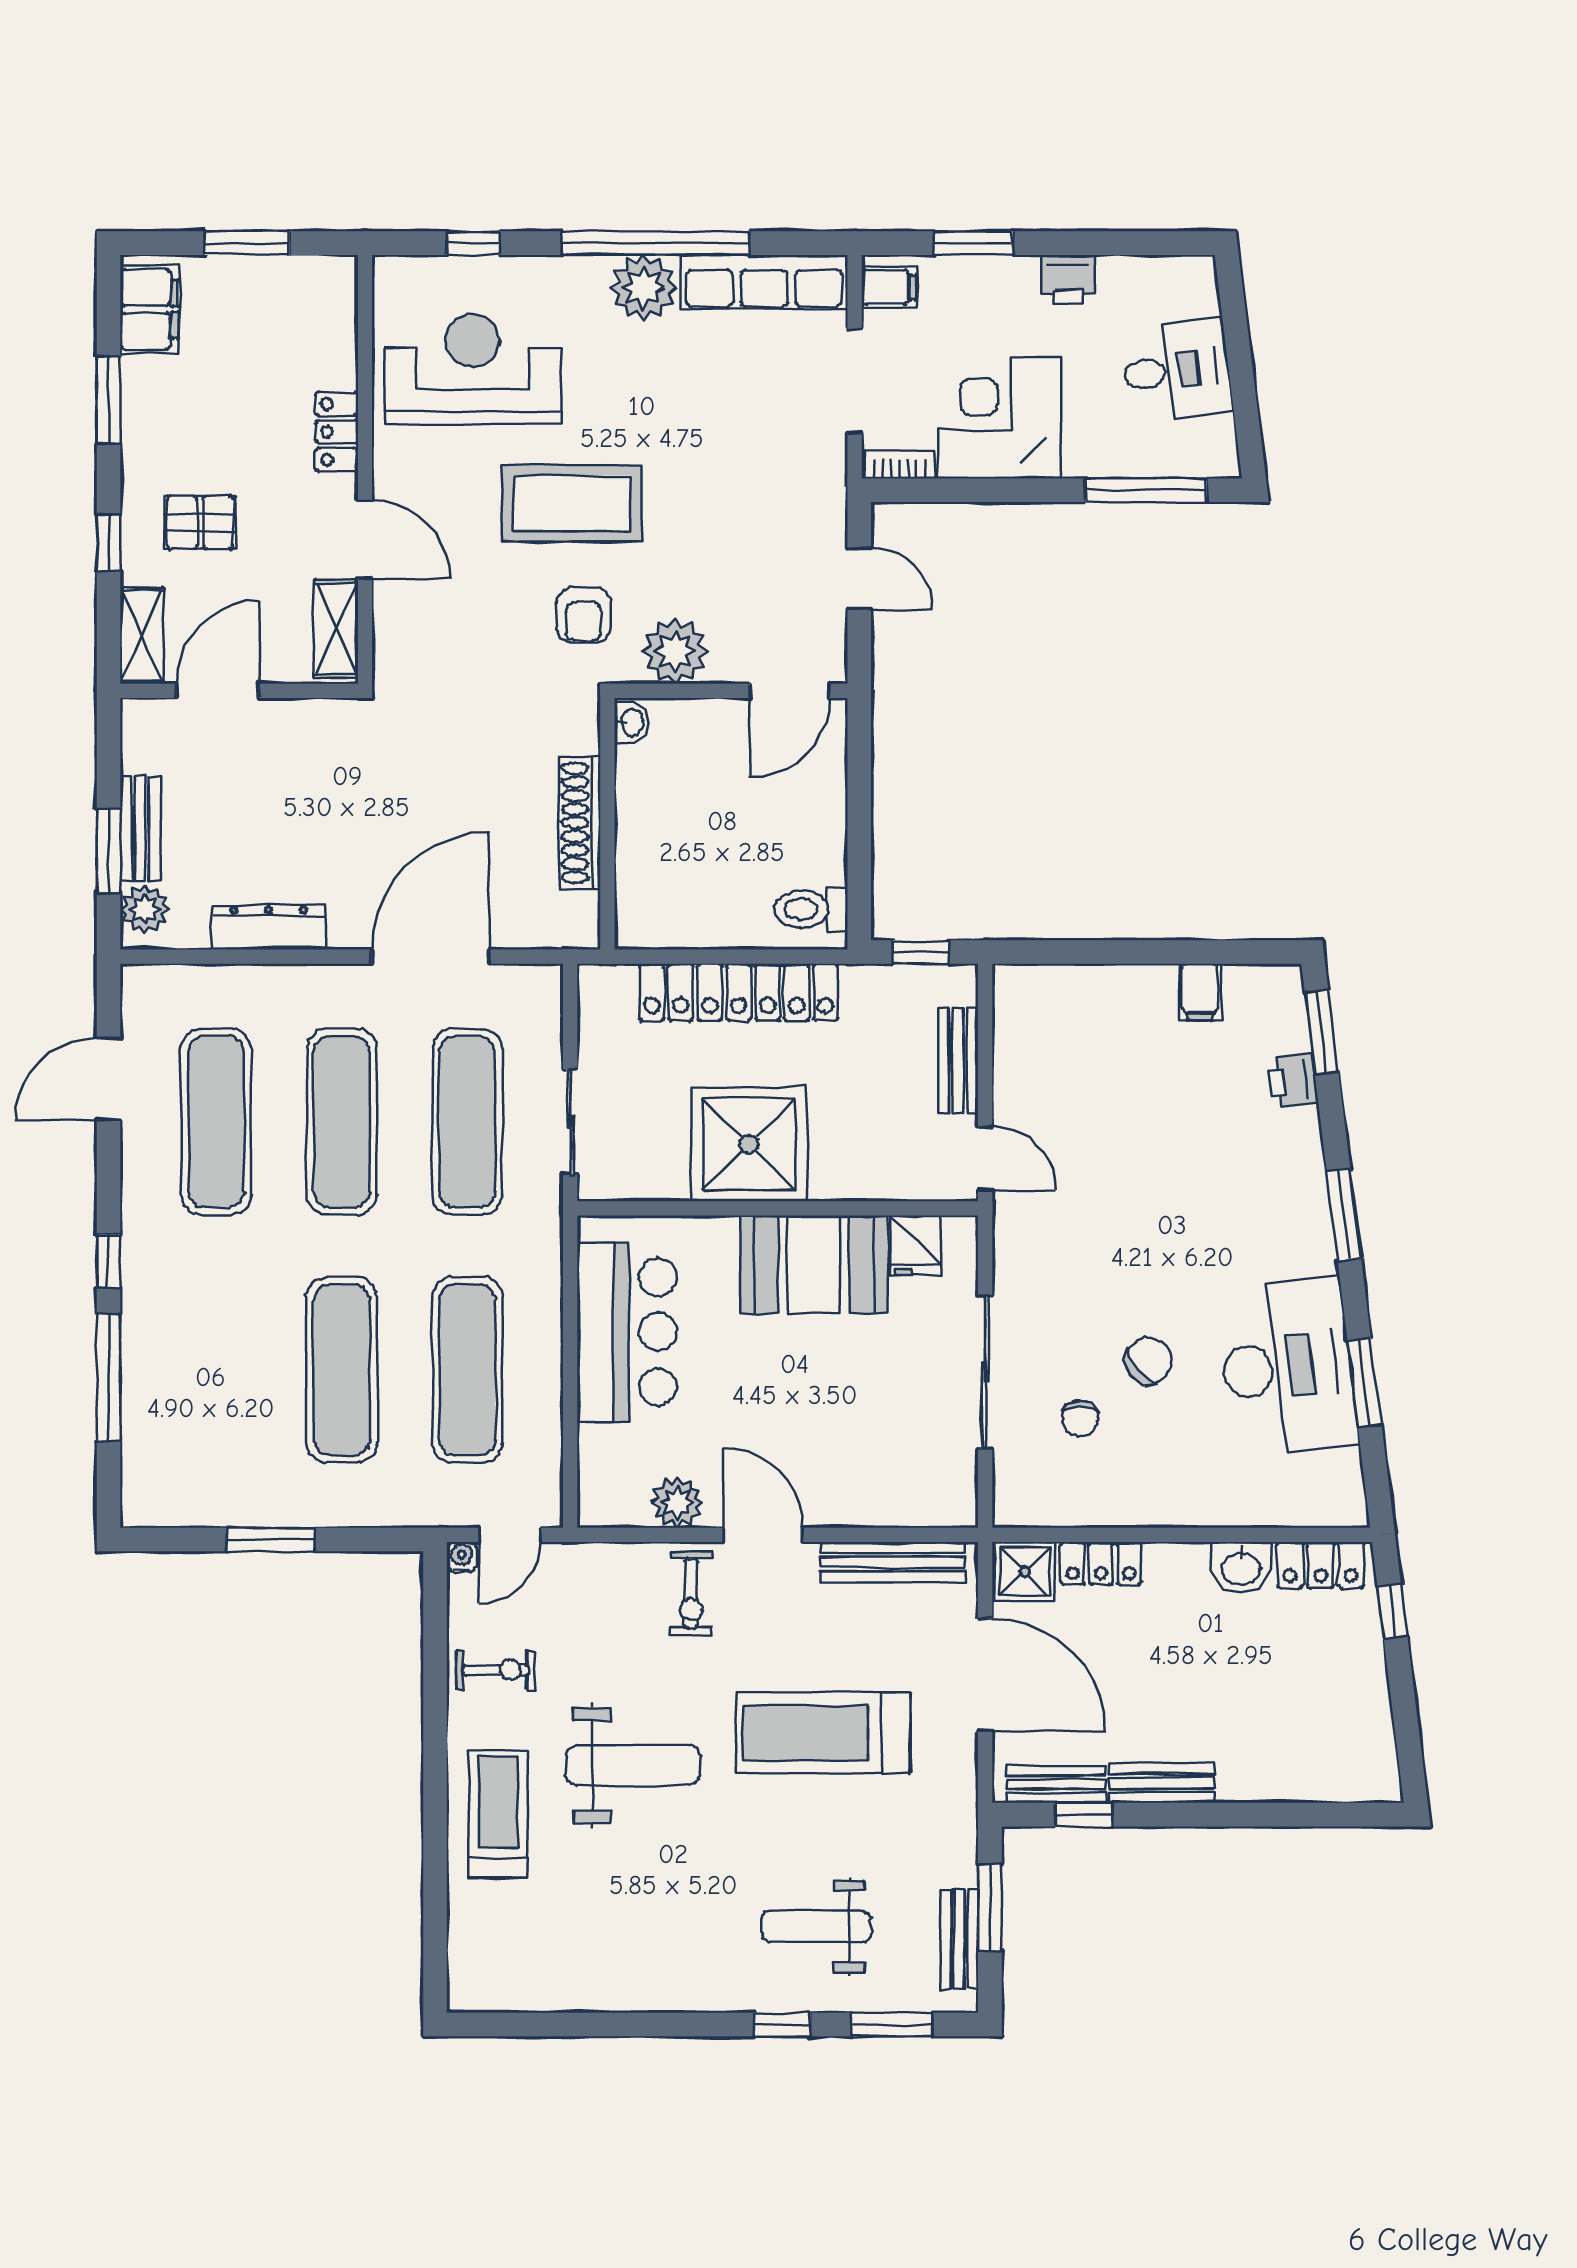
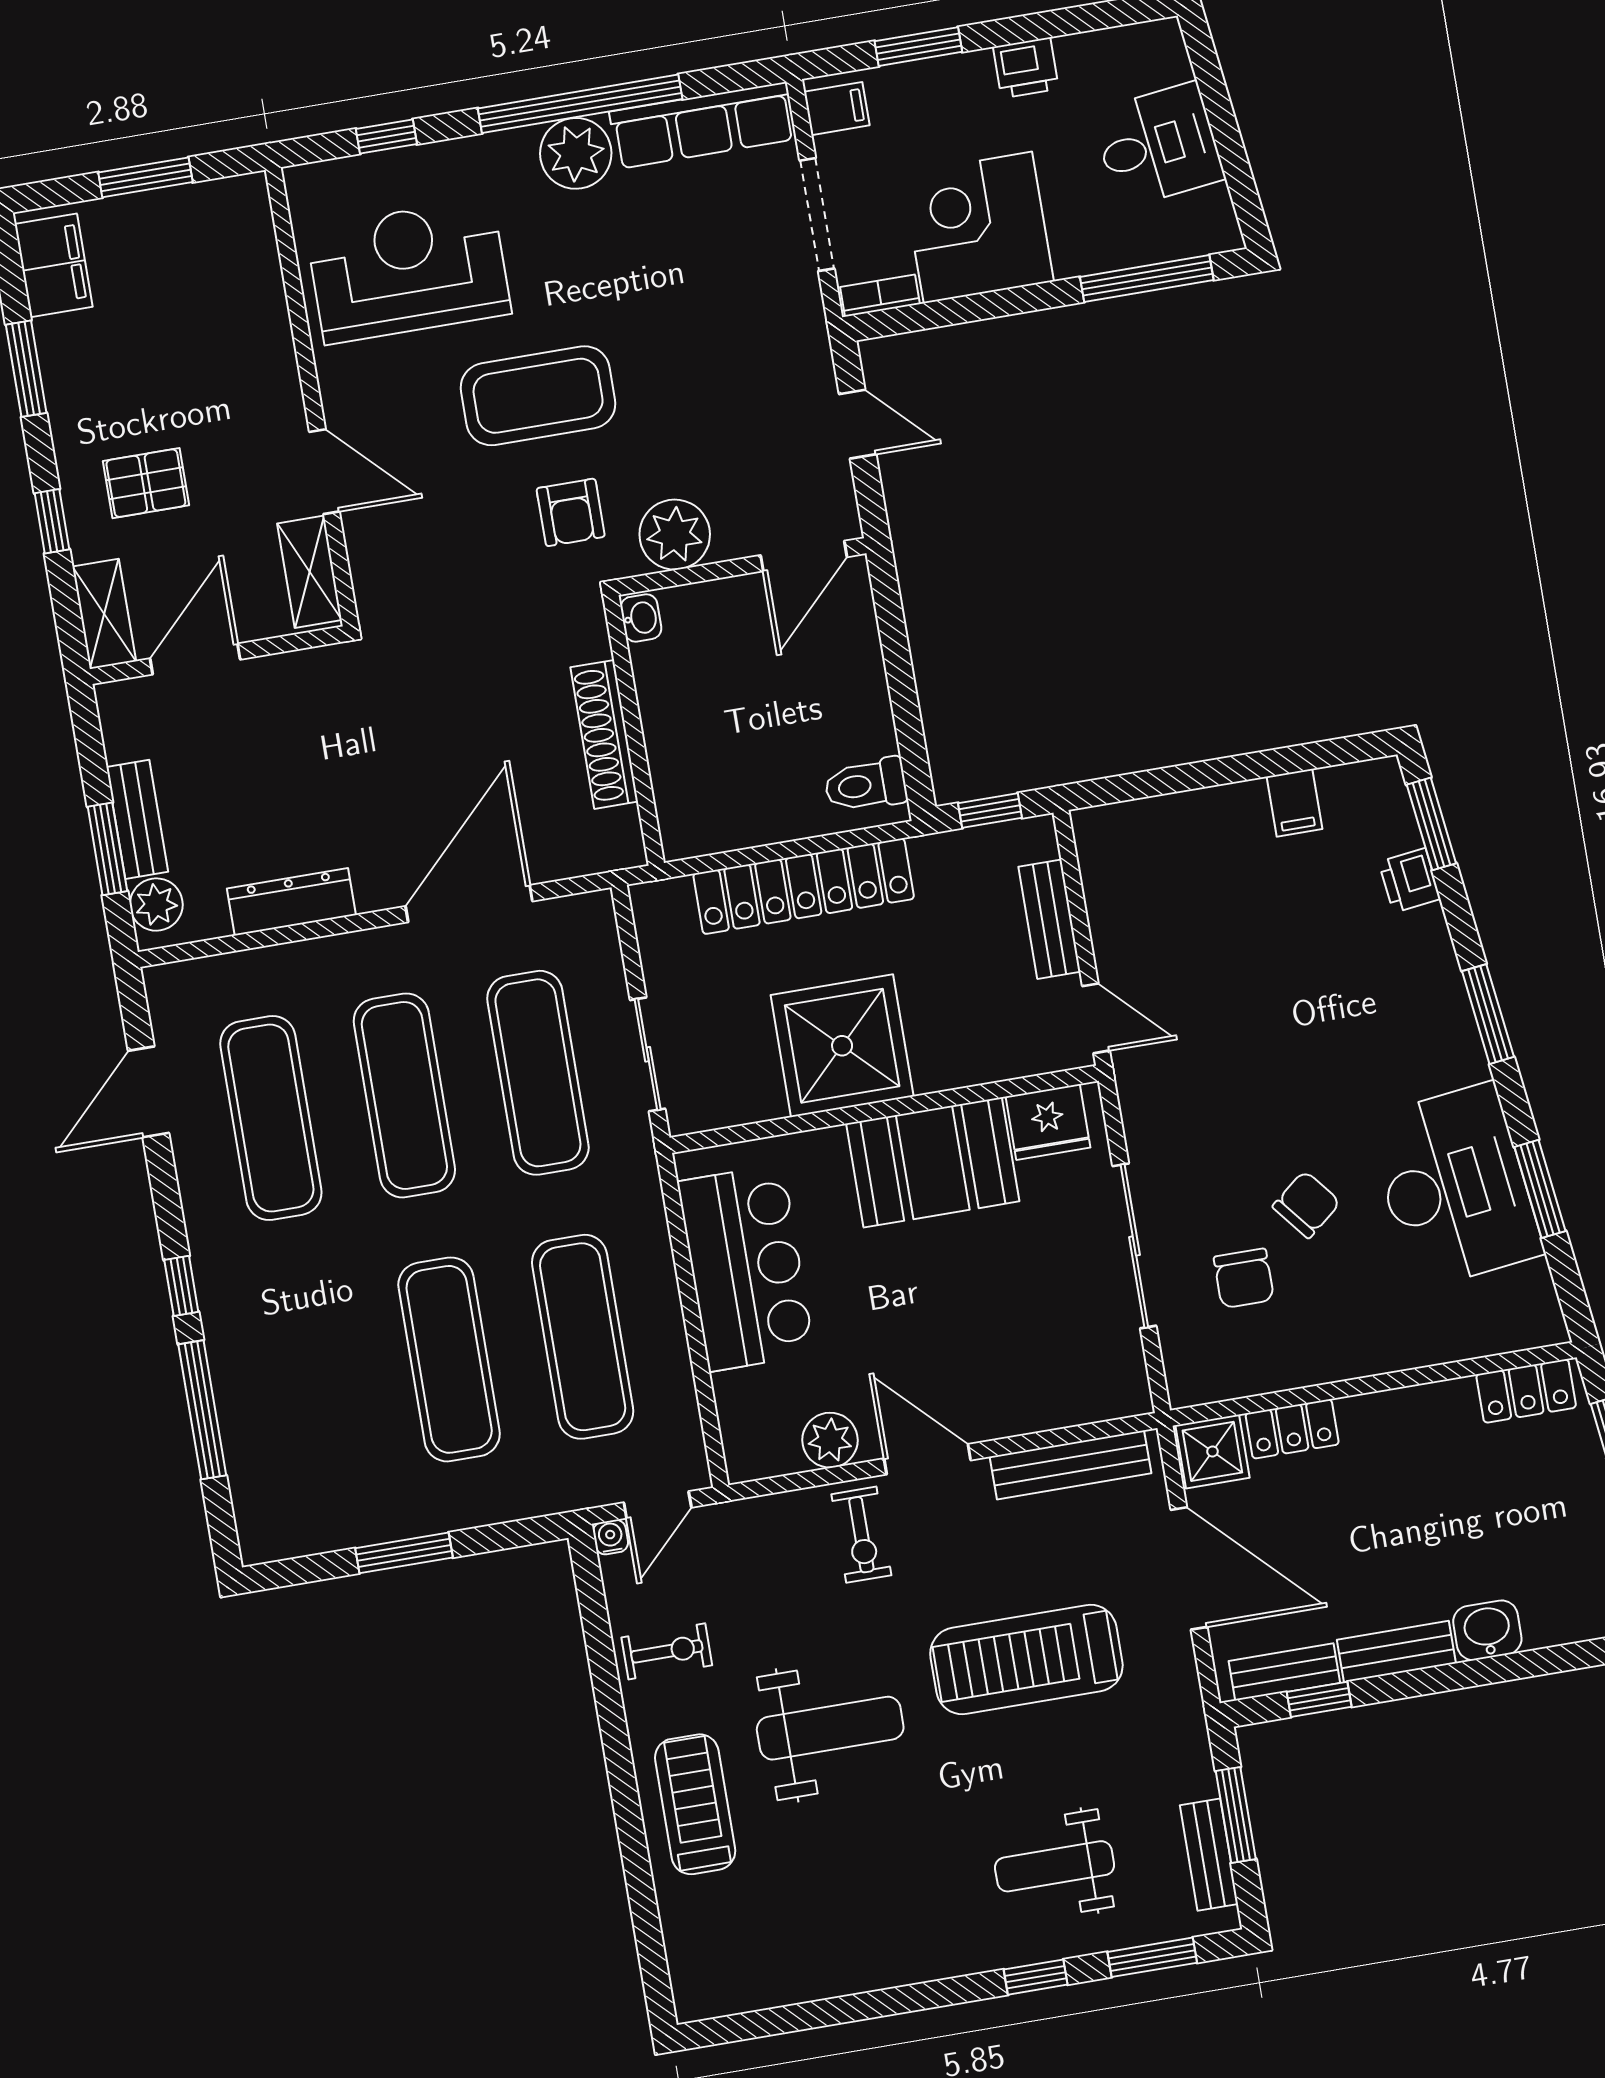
locker: (337, 432) -> (275, 362), removed
fridge: (916, 1245) -> (1048, 1122), width x1.38
chair: (1080, 1418) -> (1244, 1278), width x1.37, depth x1.37
washbasin: (1241, 1567) -> (1487, 1630), moved, turned 180

